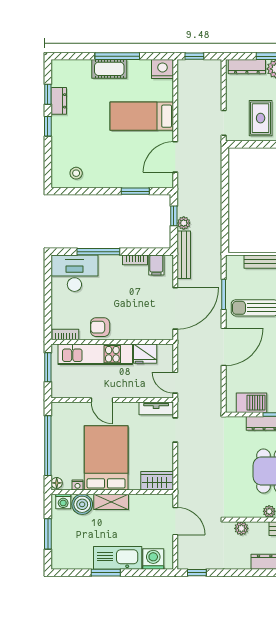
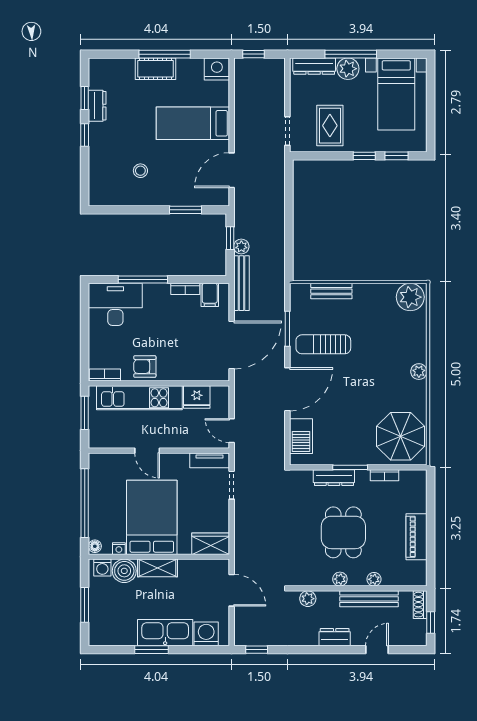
stool: (76, 173) -> (140, 171), moved
barbecue: (251, 403) -> (301, 436), moved, turned 90

